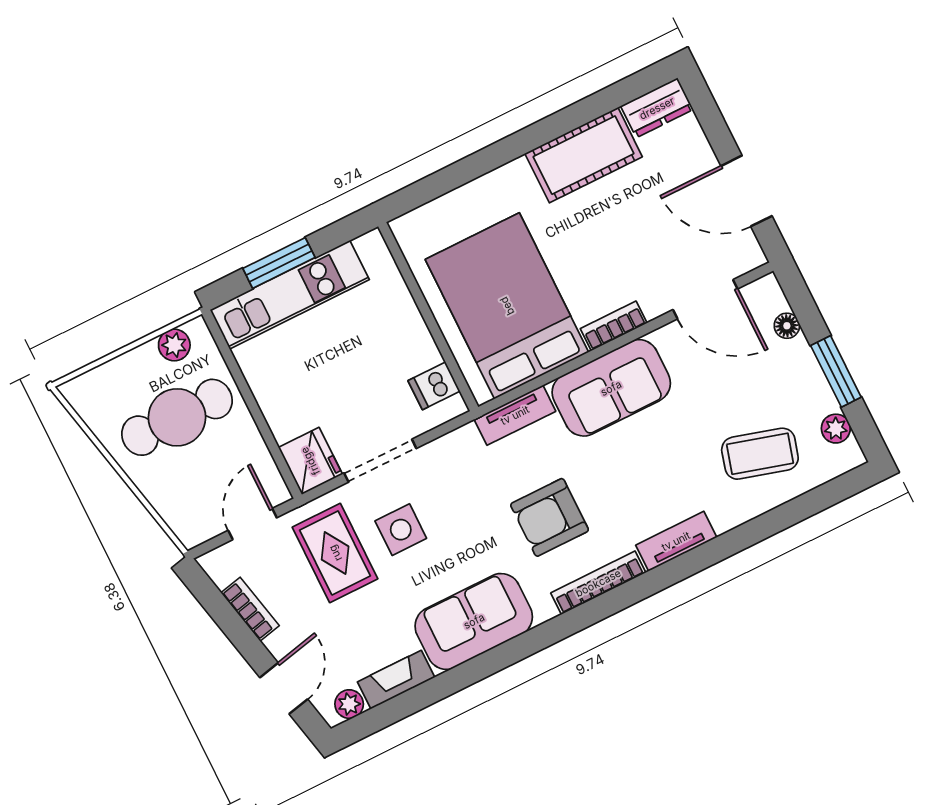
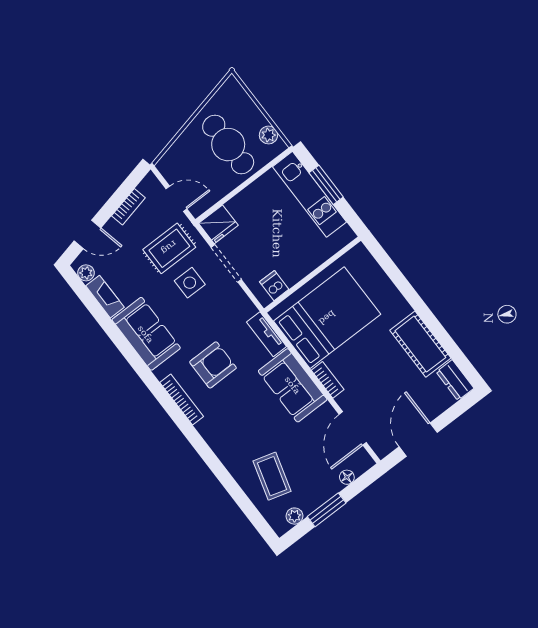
armchair: (550, 517) -> (213, 365), turned 90
tv unit: (676, 541) -> (214, 439), removed

